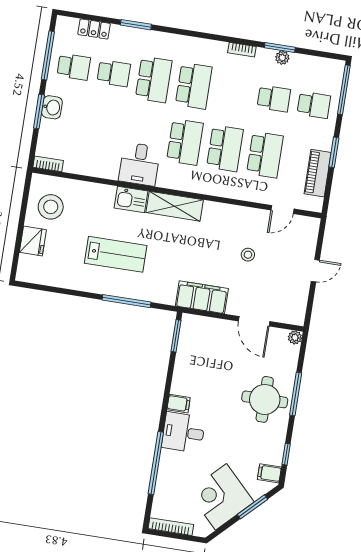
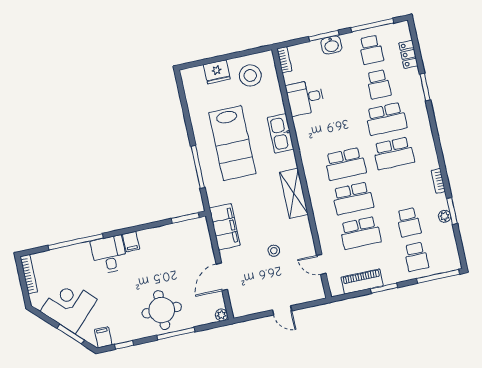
desk: (139, 164) -> (305, 98), moved
kitchen sink: (131, 199) -> (281, 133), width x1.38
shelving: (175, 206) -> (294, 193), moved
lab bench: (116, 254) -> (232, 143), width x1.36, depth x1.39

